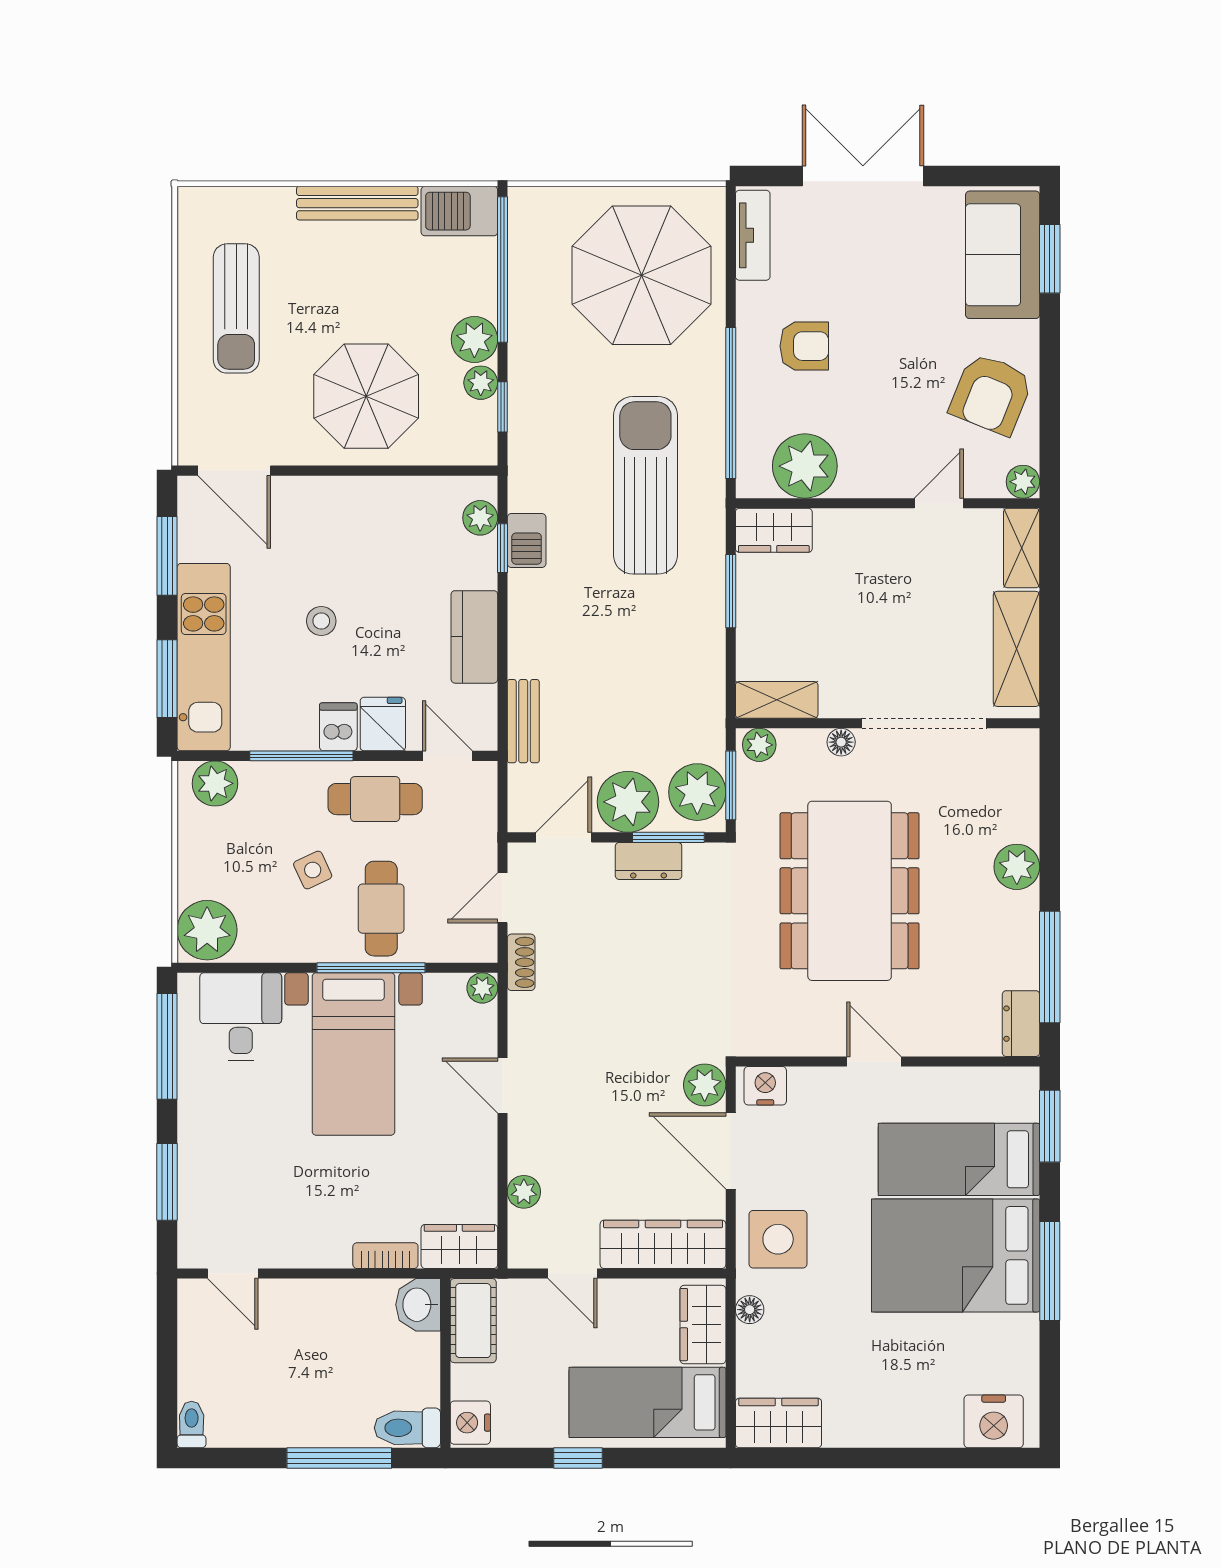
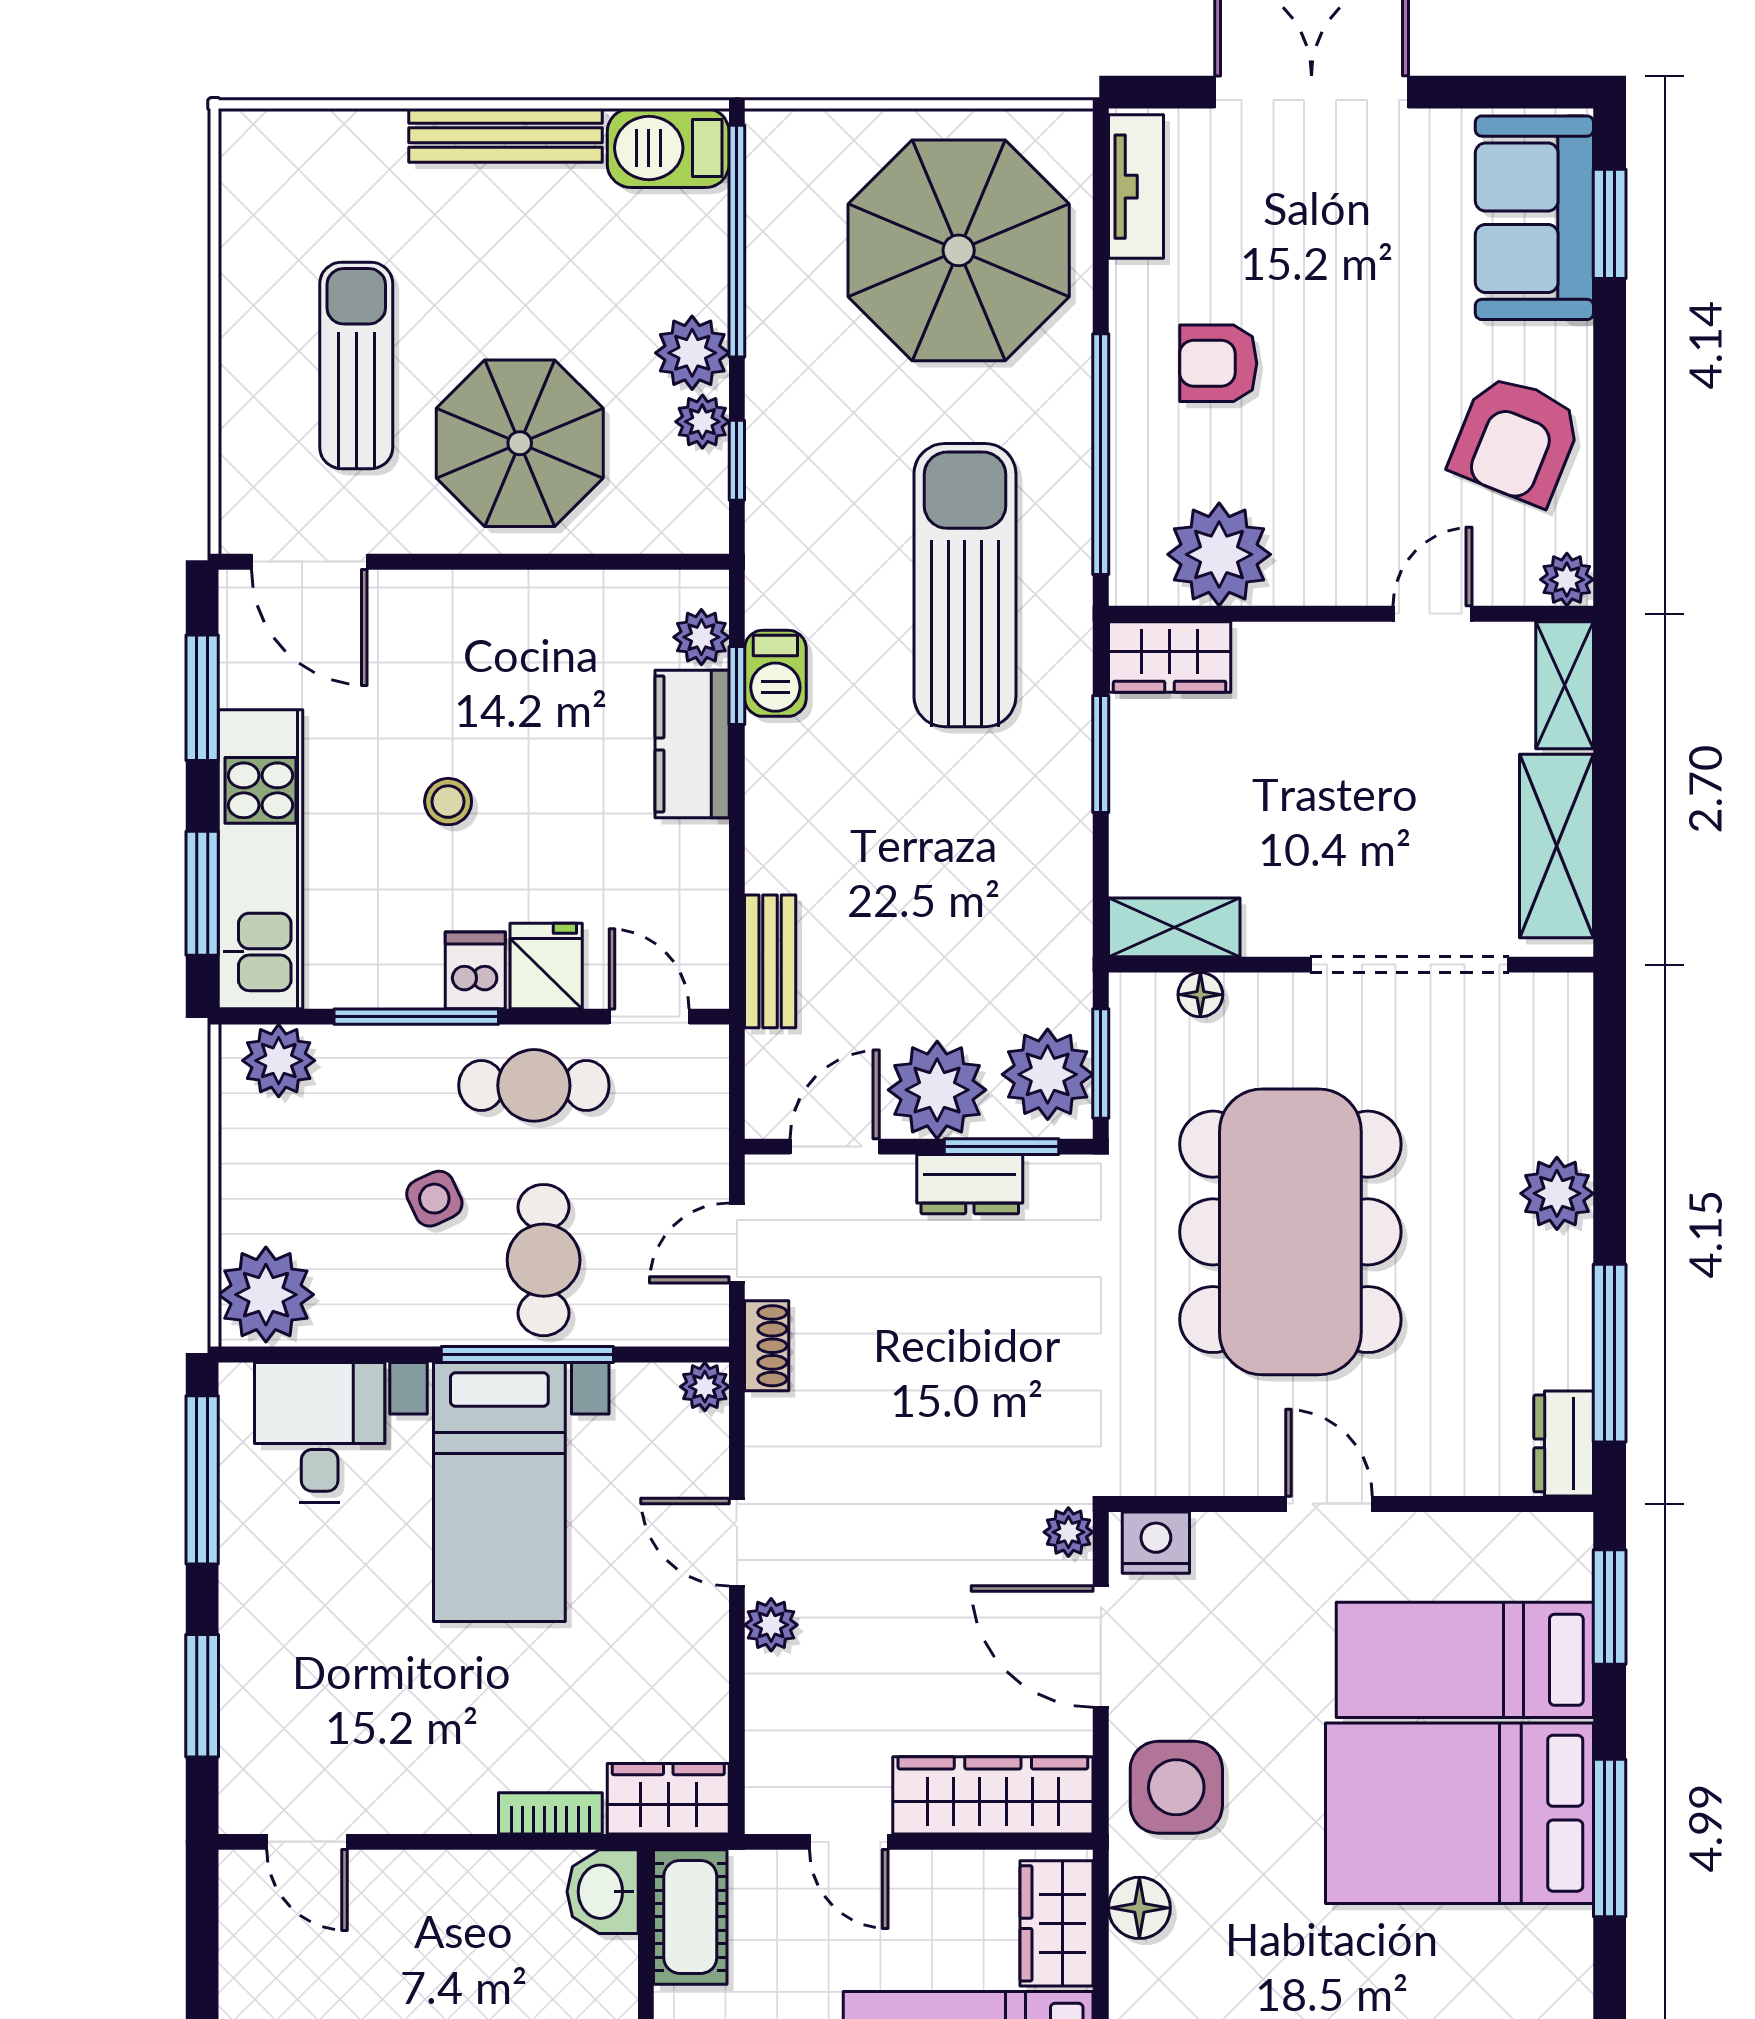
sun lounger: (236, 308) -> (356, 365), moved, turned 180
armchair: (804, 346) -> (1218, 363), turned 180
kitchen counter: (474, 637) -> (692, 744), moved
floor lamp: (841, 742) -> (1200, 995), moved
plant: (759, 745) -> (1146, 999), removed
plant: (705, 1085) -> (1068, 1532), width x0.73, depth x0.73
plant: (524, 1192) -> (771, 1625), moved
floor lamp: (750, 1310) -> (1139, 1908), width x1.37, depth x1.37

